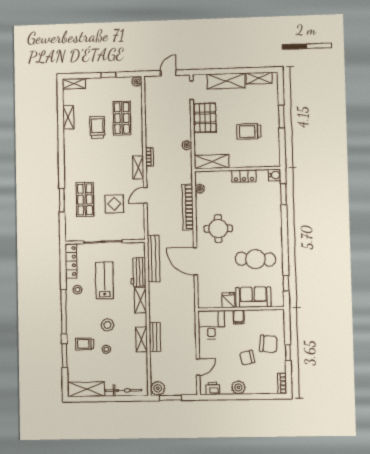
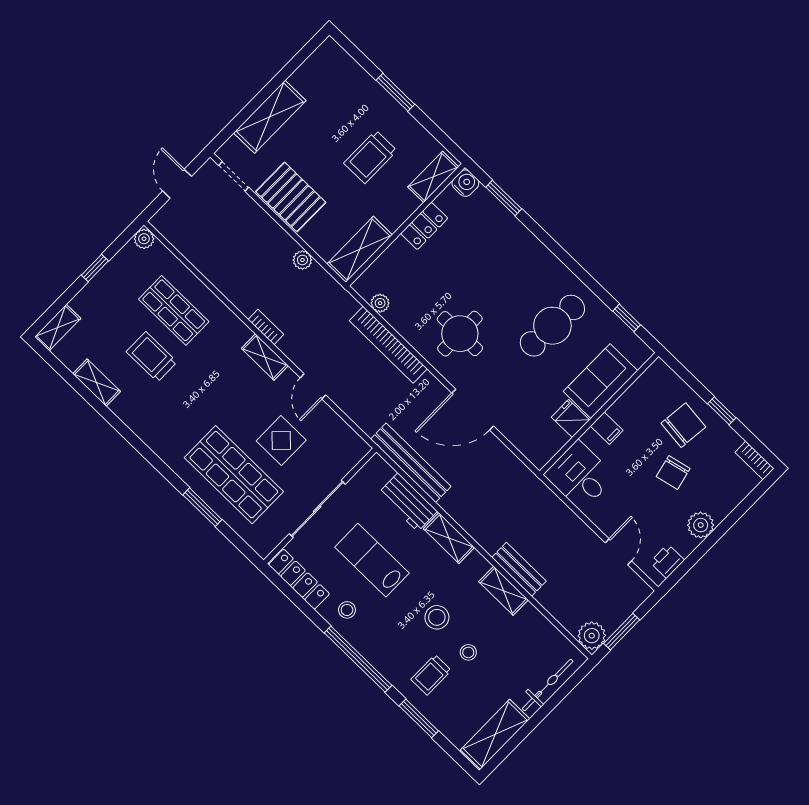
shelving: (259, 78) -> (433, 177), moved
shop shelf: (85, 199) -> (234, 475), width x1.43, depth x1.36

